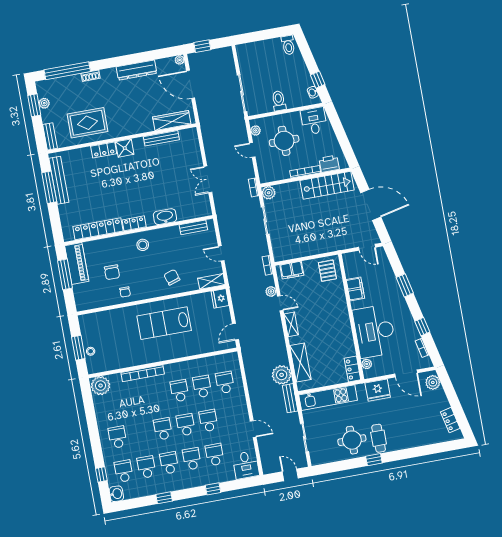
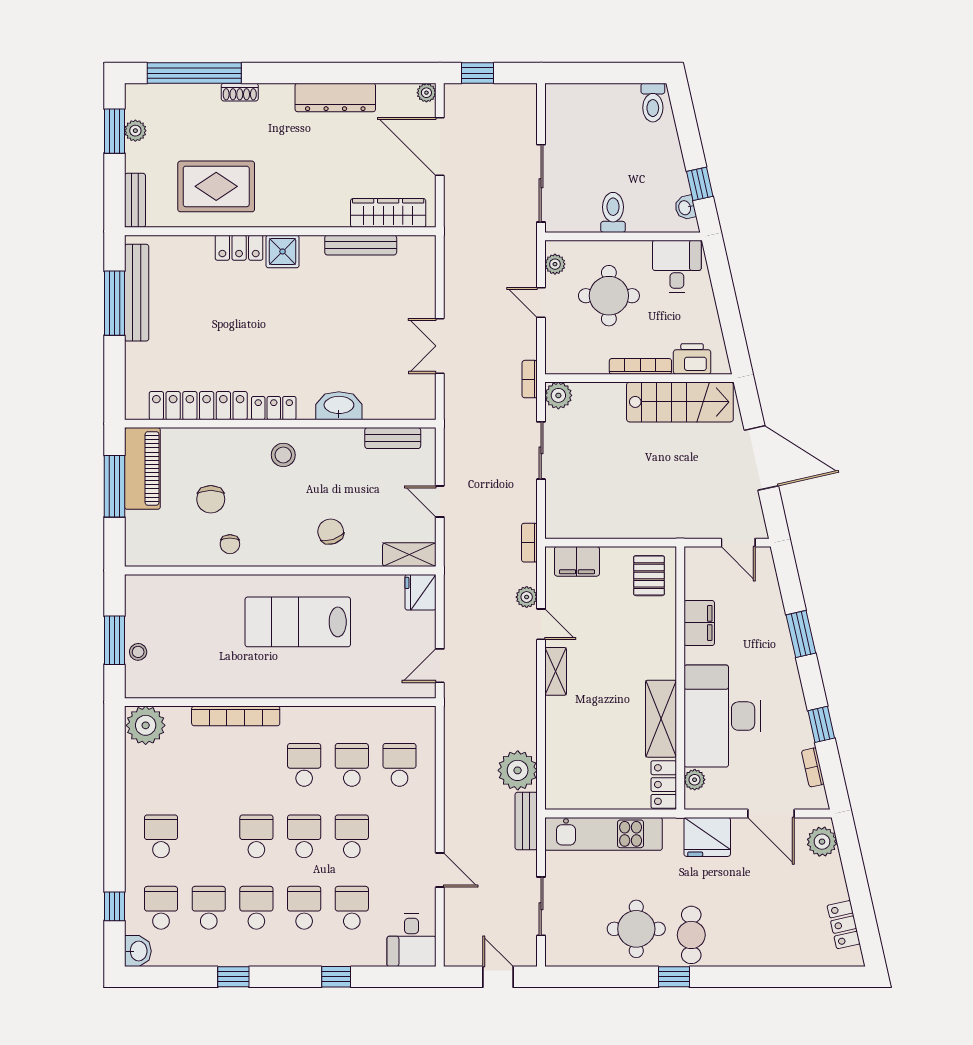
shelving: (300, 362) -> (661, 719), moved

